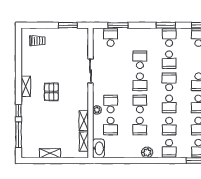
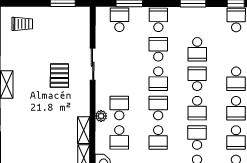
school desk: (169, 38) -> (158, 20), moved
pallet: (51, 92) -> (59, 76), moved
school desk: (169, 126) -> (197, 138), turned 180

